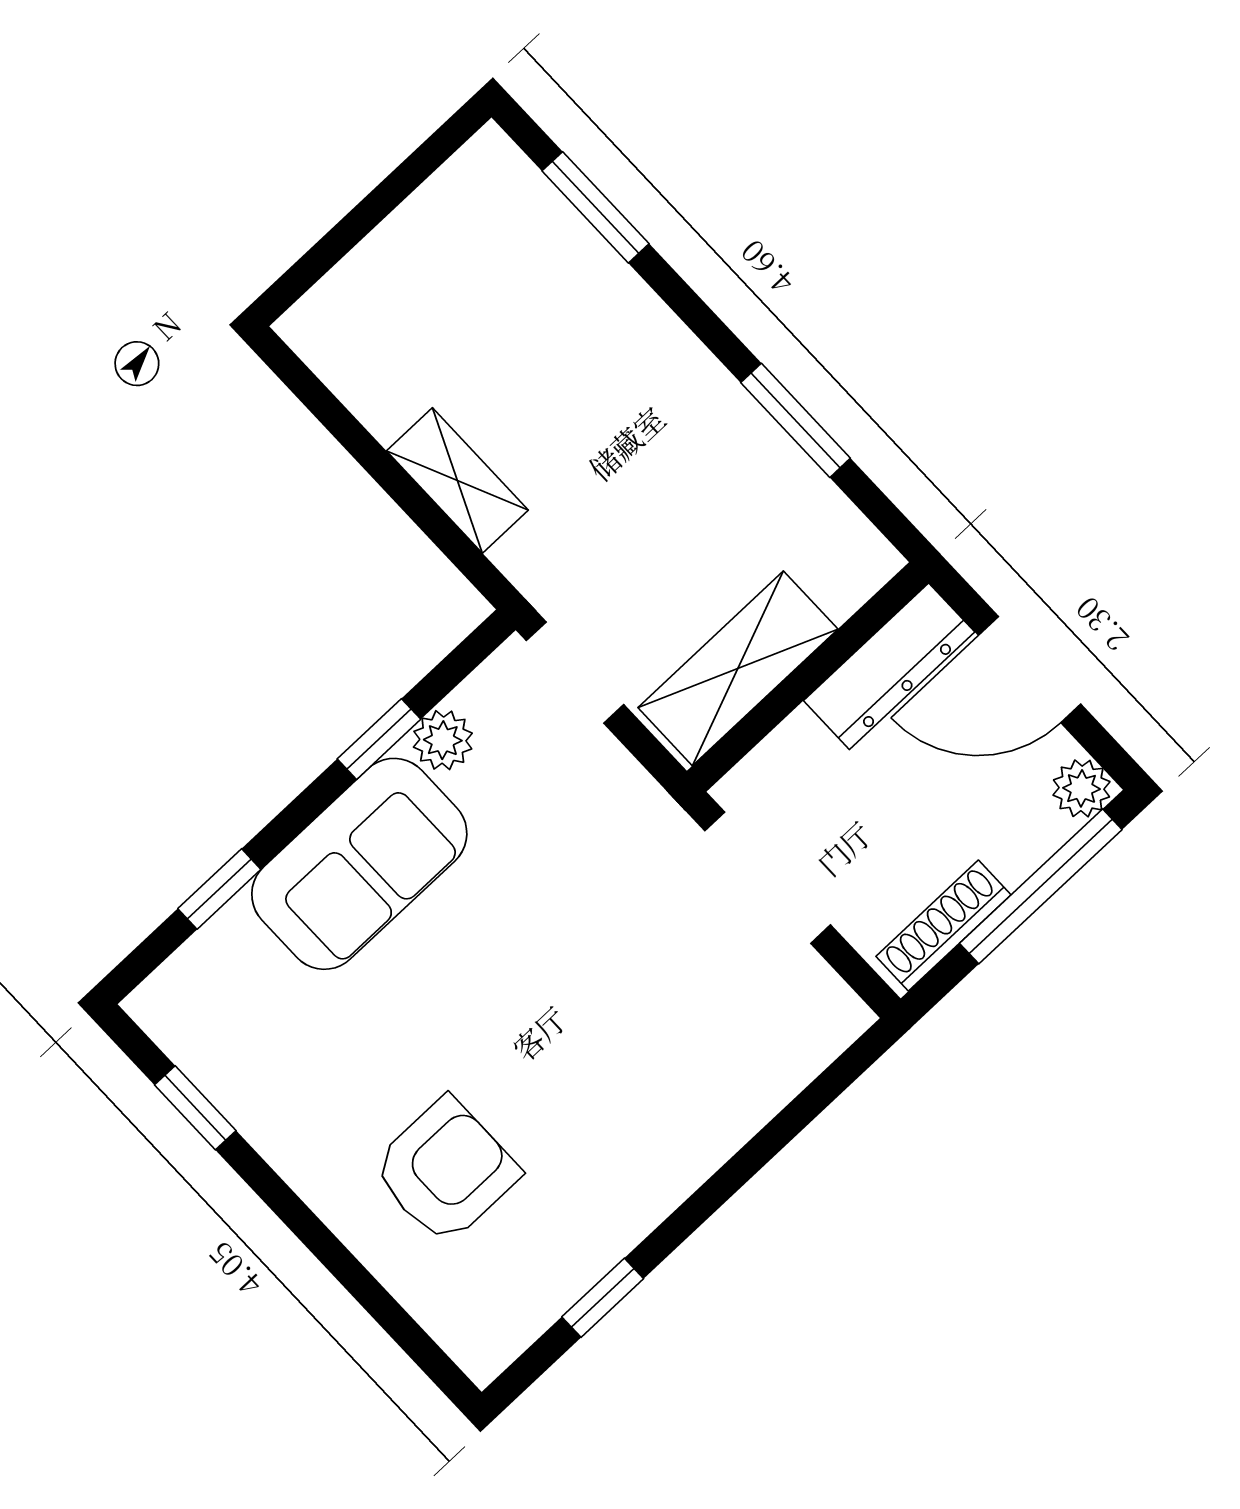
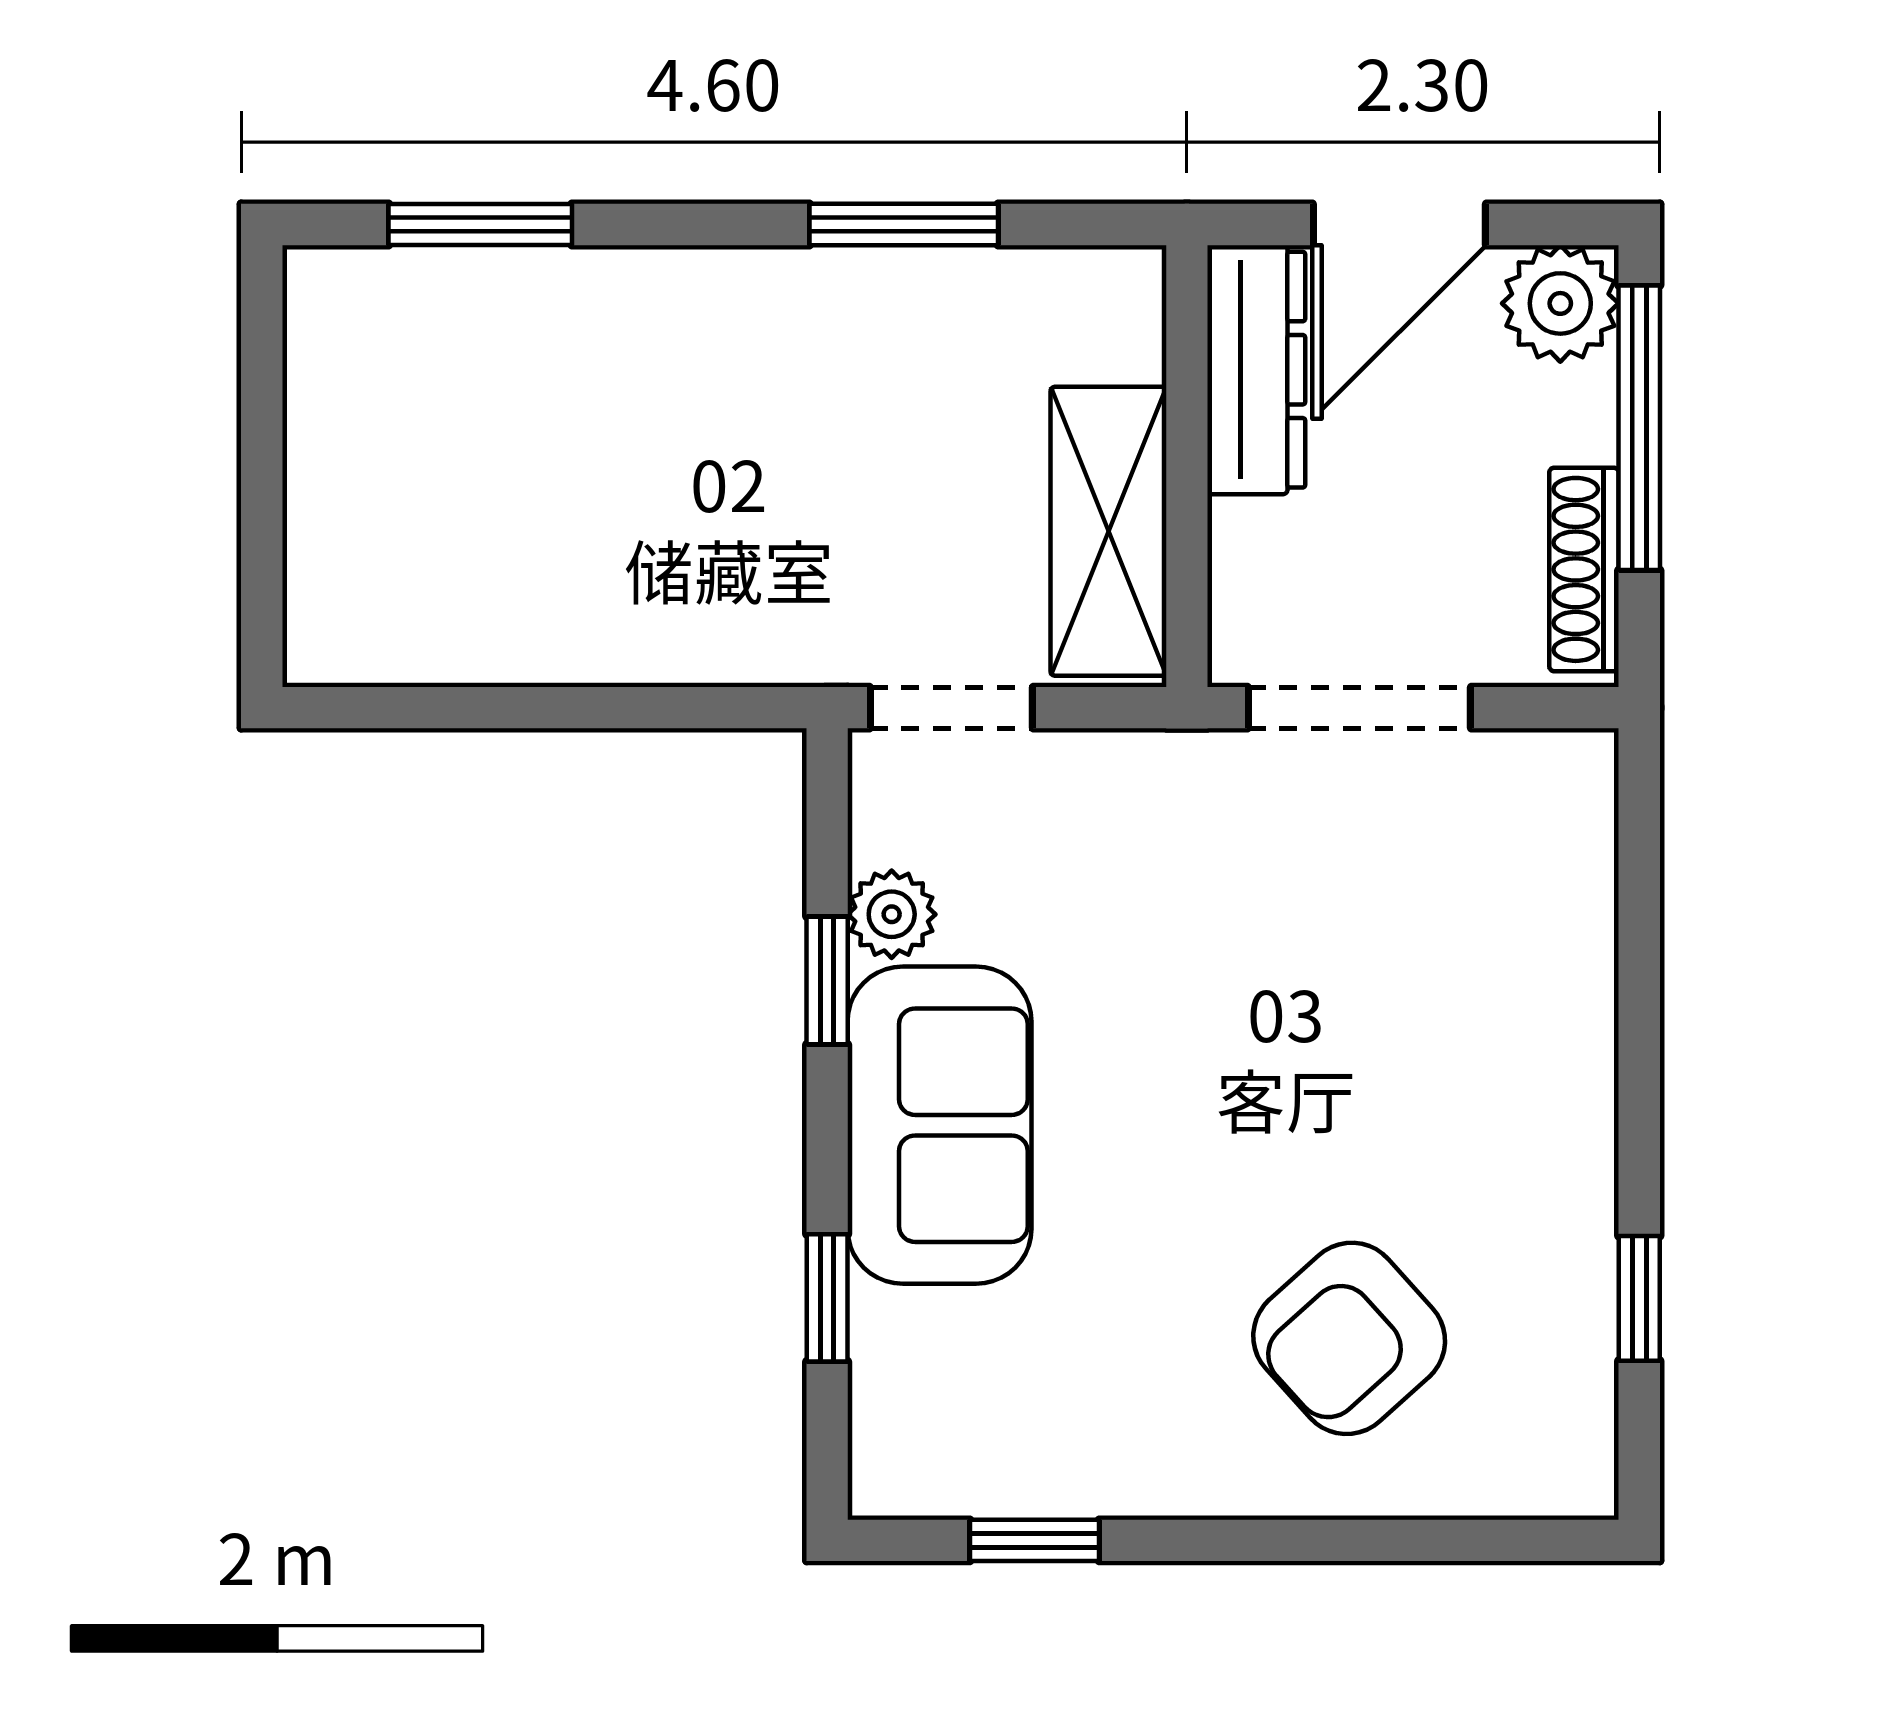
shelving: (457, 480) -> (632, 641), removed
plant: (1081, 788) -> (1560, 303), width x1.38, depth x1.38
armchair: (446, 1171) -> (1349, 1338), turned -132

